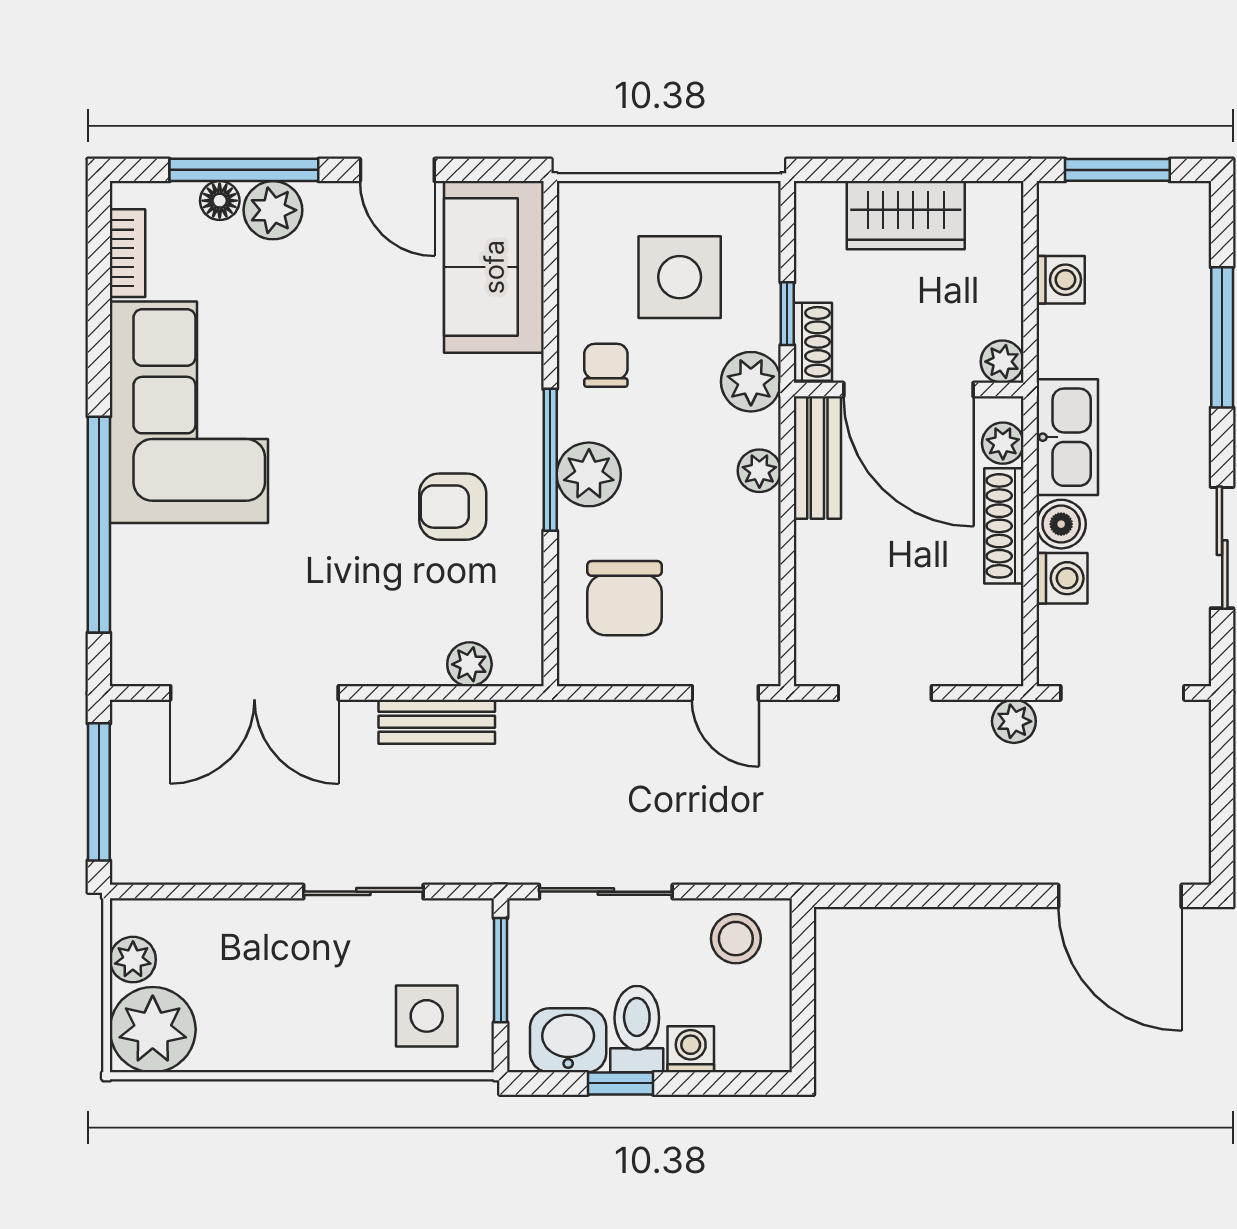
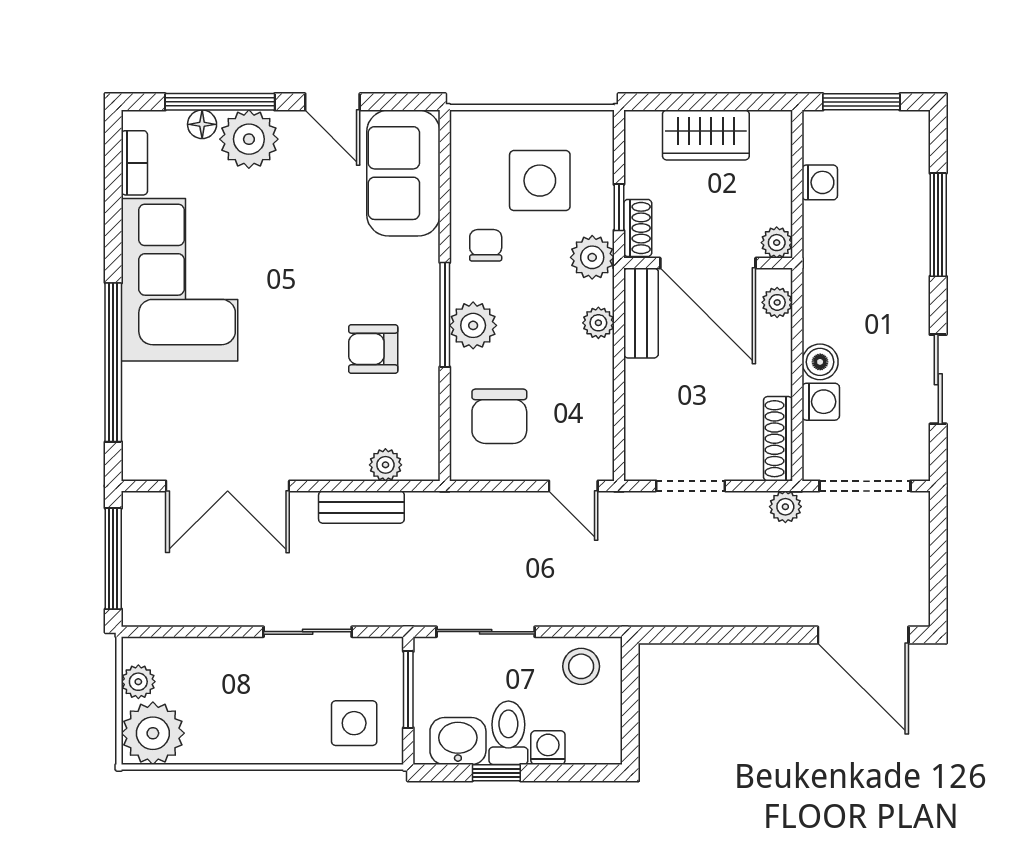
plant: (273, 210) -> (249, 139), width x1.36, depth x1.36
kitchen sink: (1067, 437) -> (825, 298), removed
shoe rack: (1004, 526) -> (778, 439), moved

